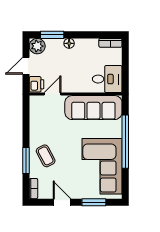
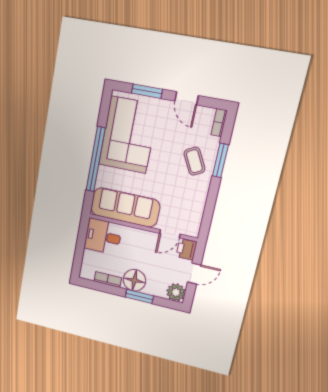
window: (52, 35) -> (139, 296), moved
floor lamp: (69, 43) -> (134, 280), width x1.89, depth x1.89
bookcase: (110, 43) -> (108, 280), moved

